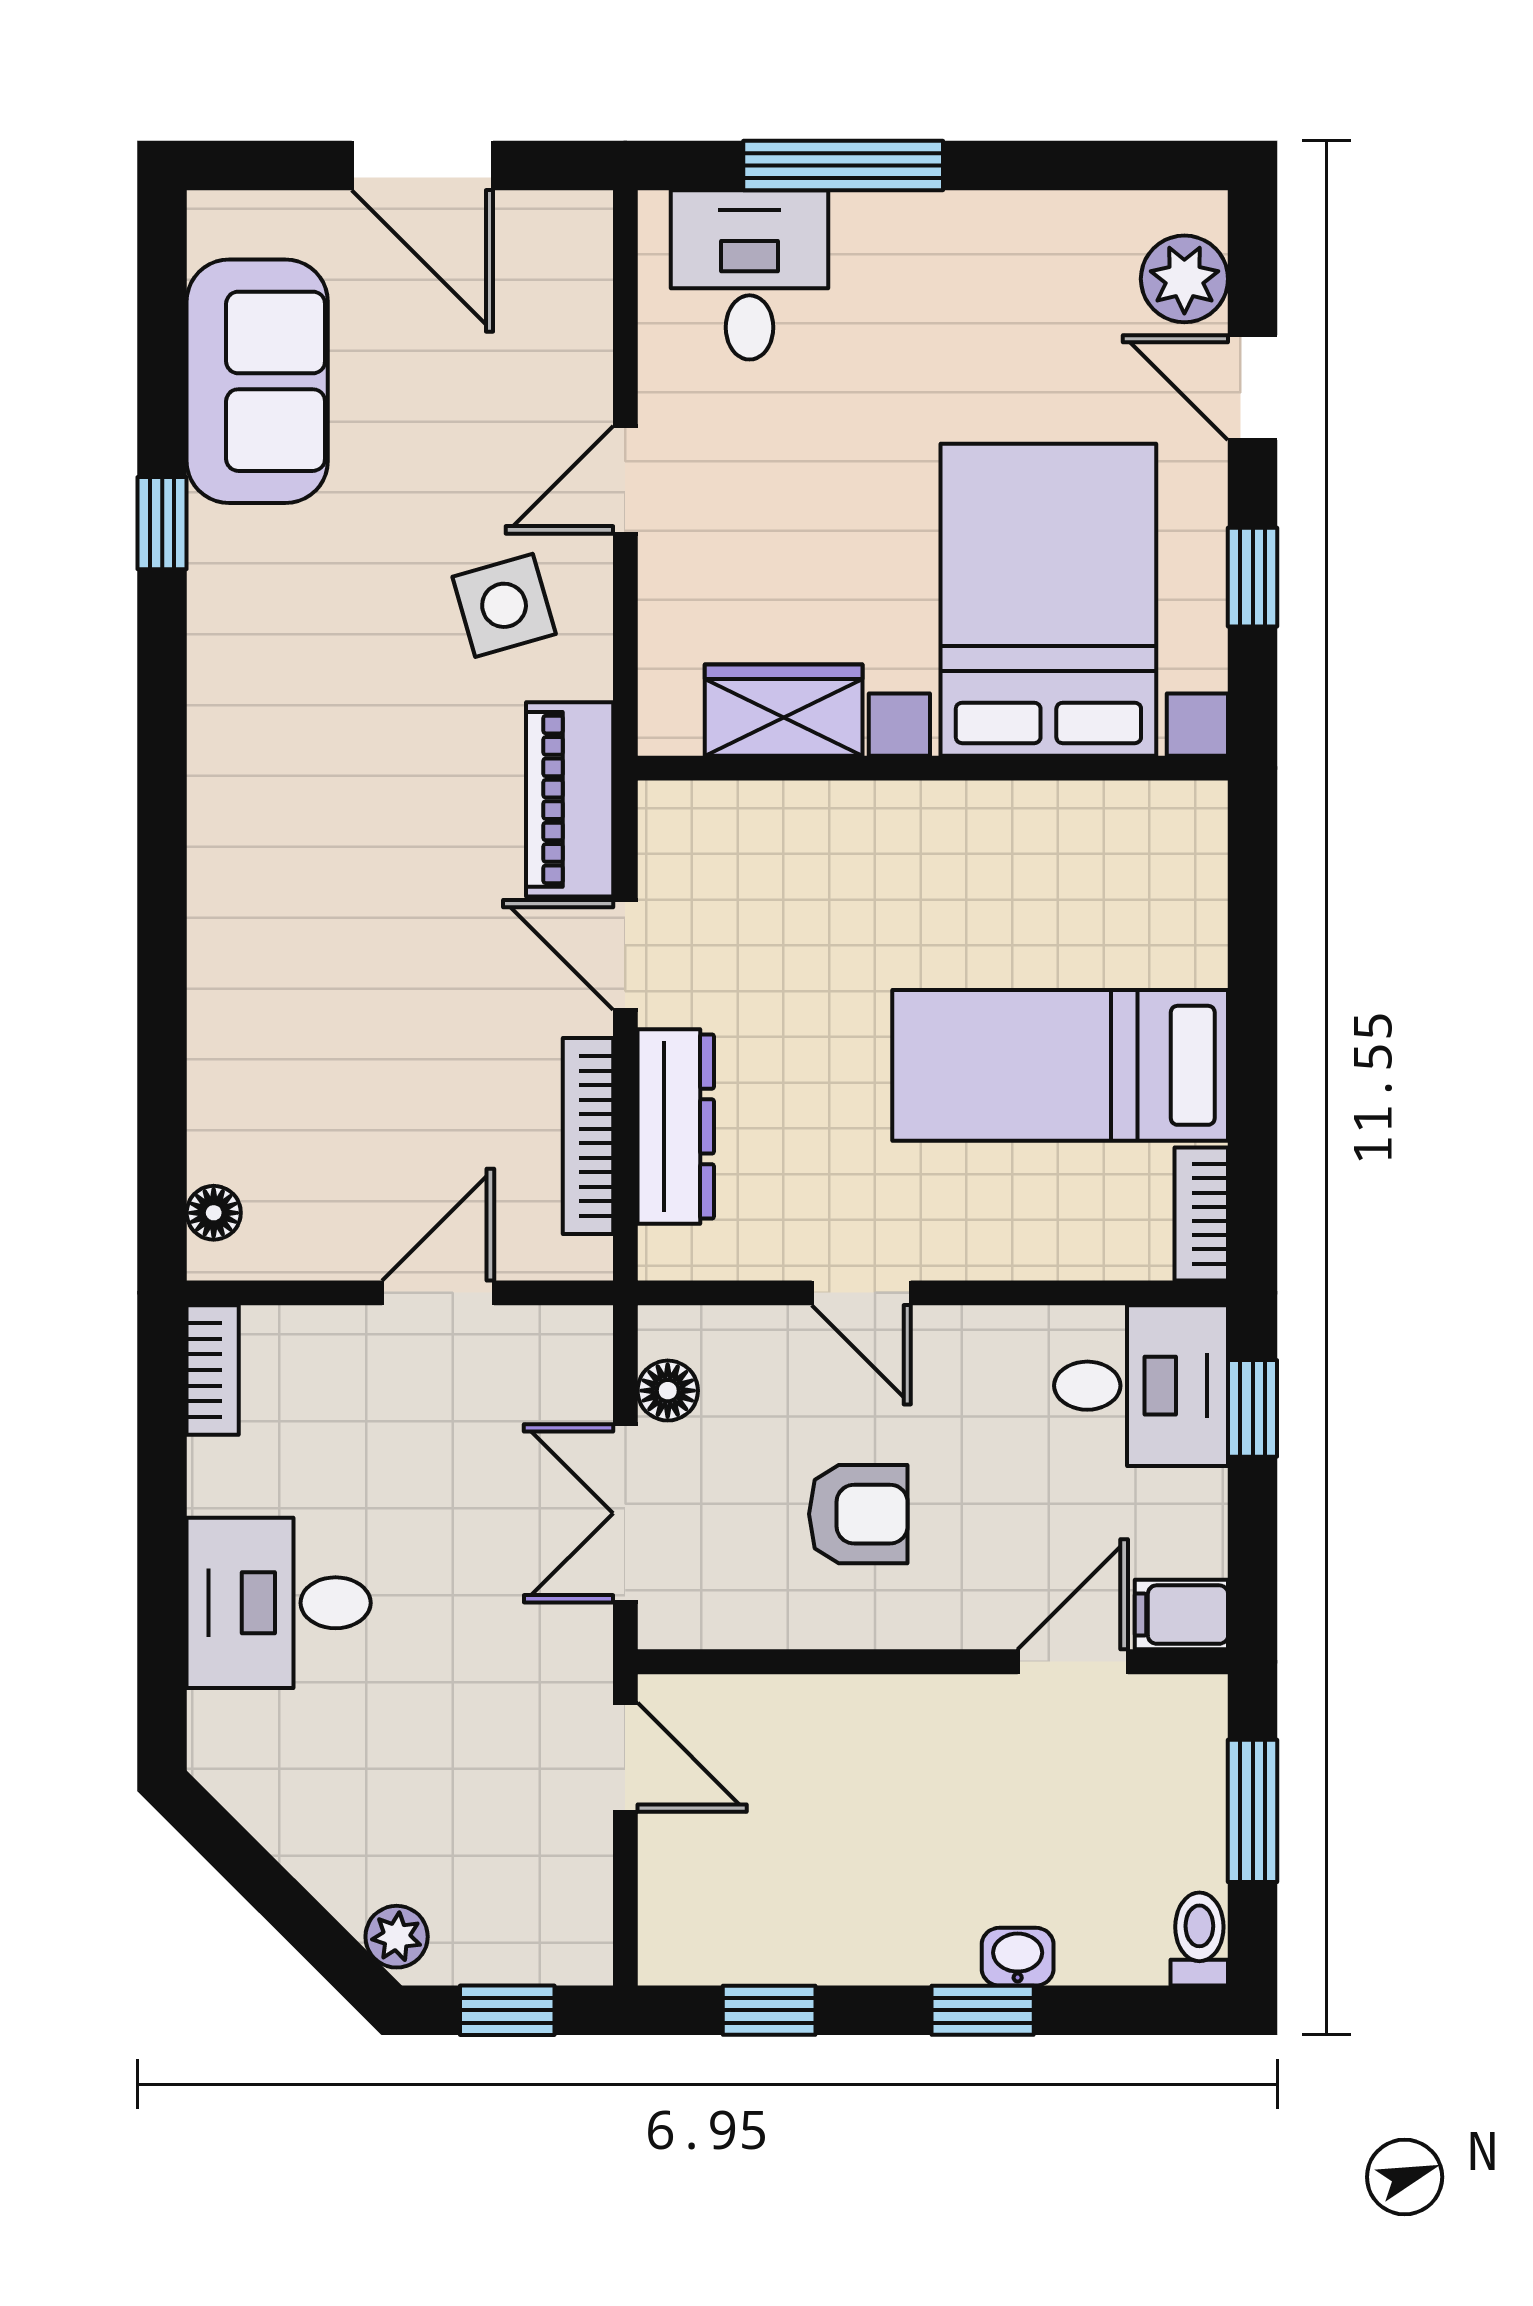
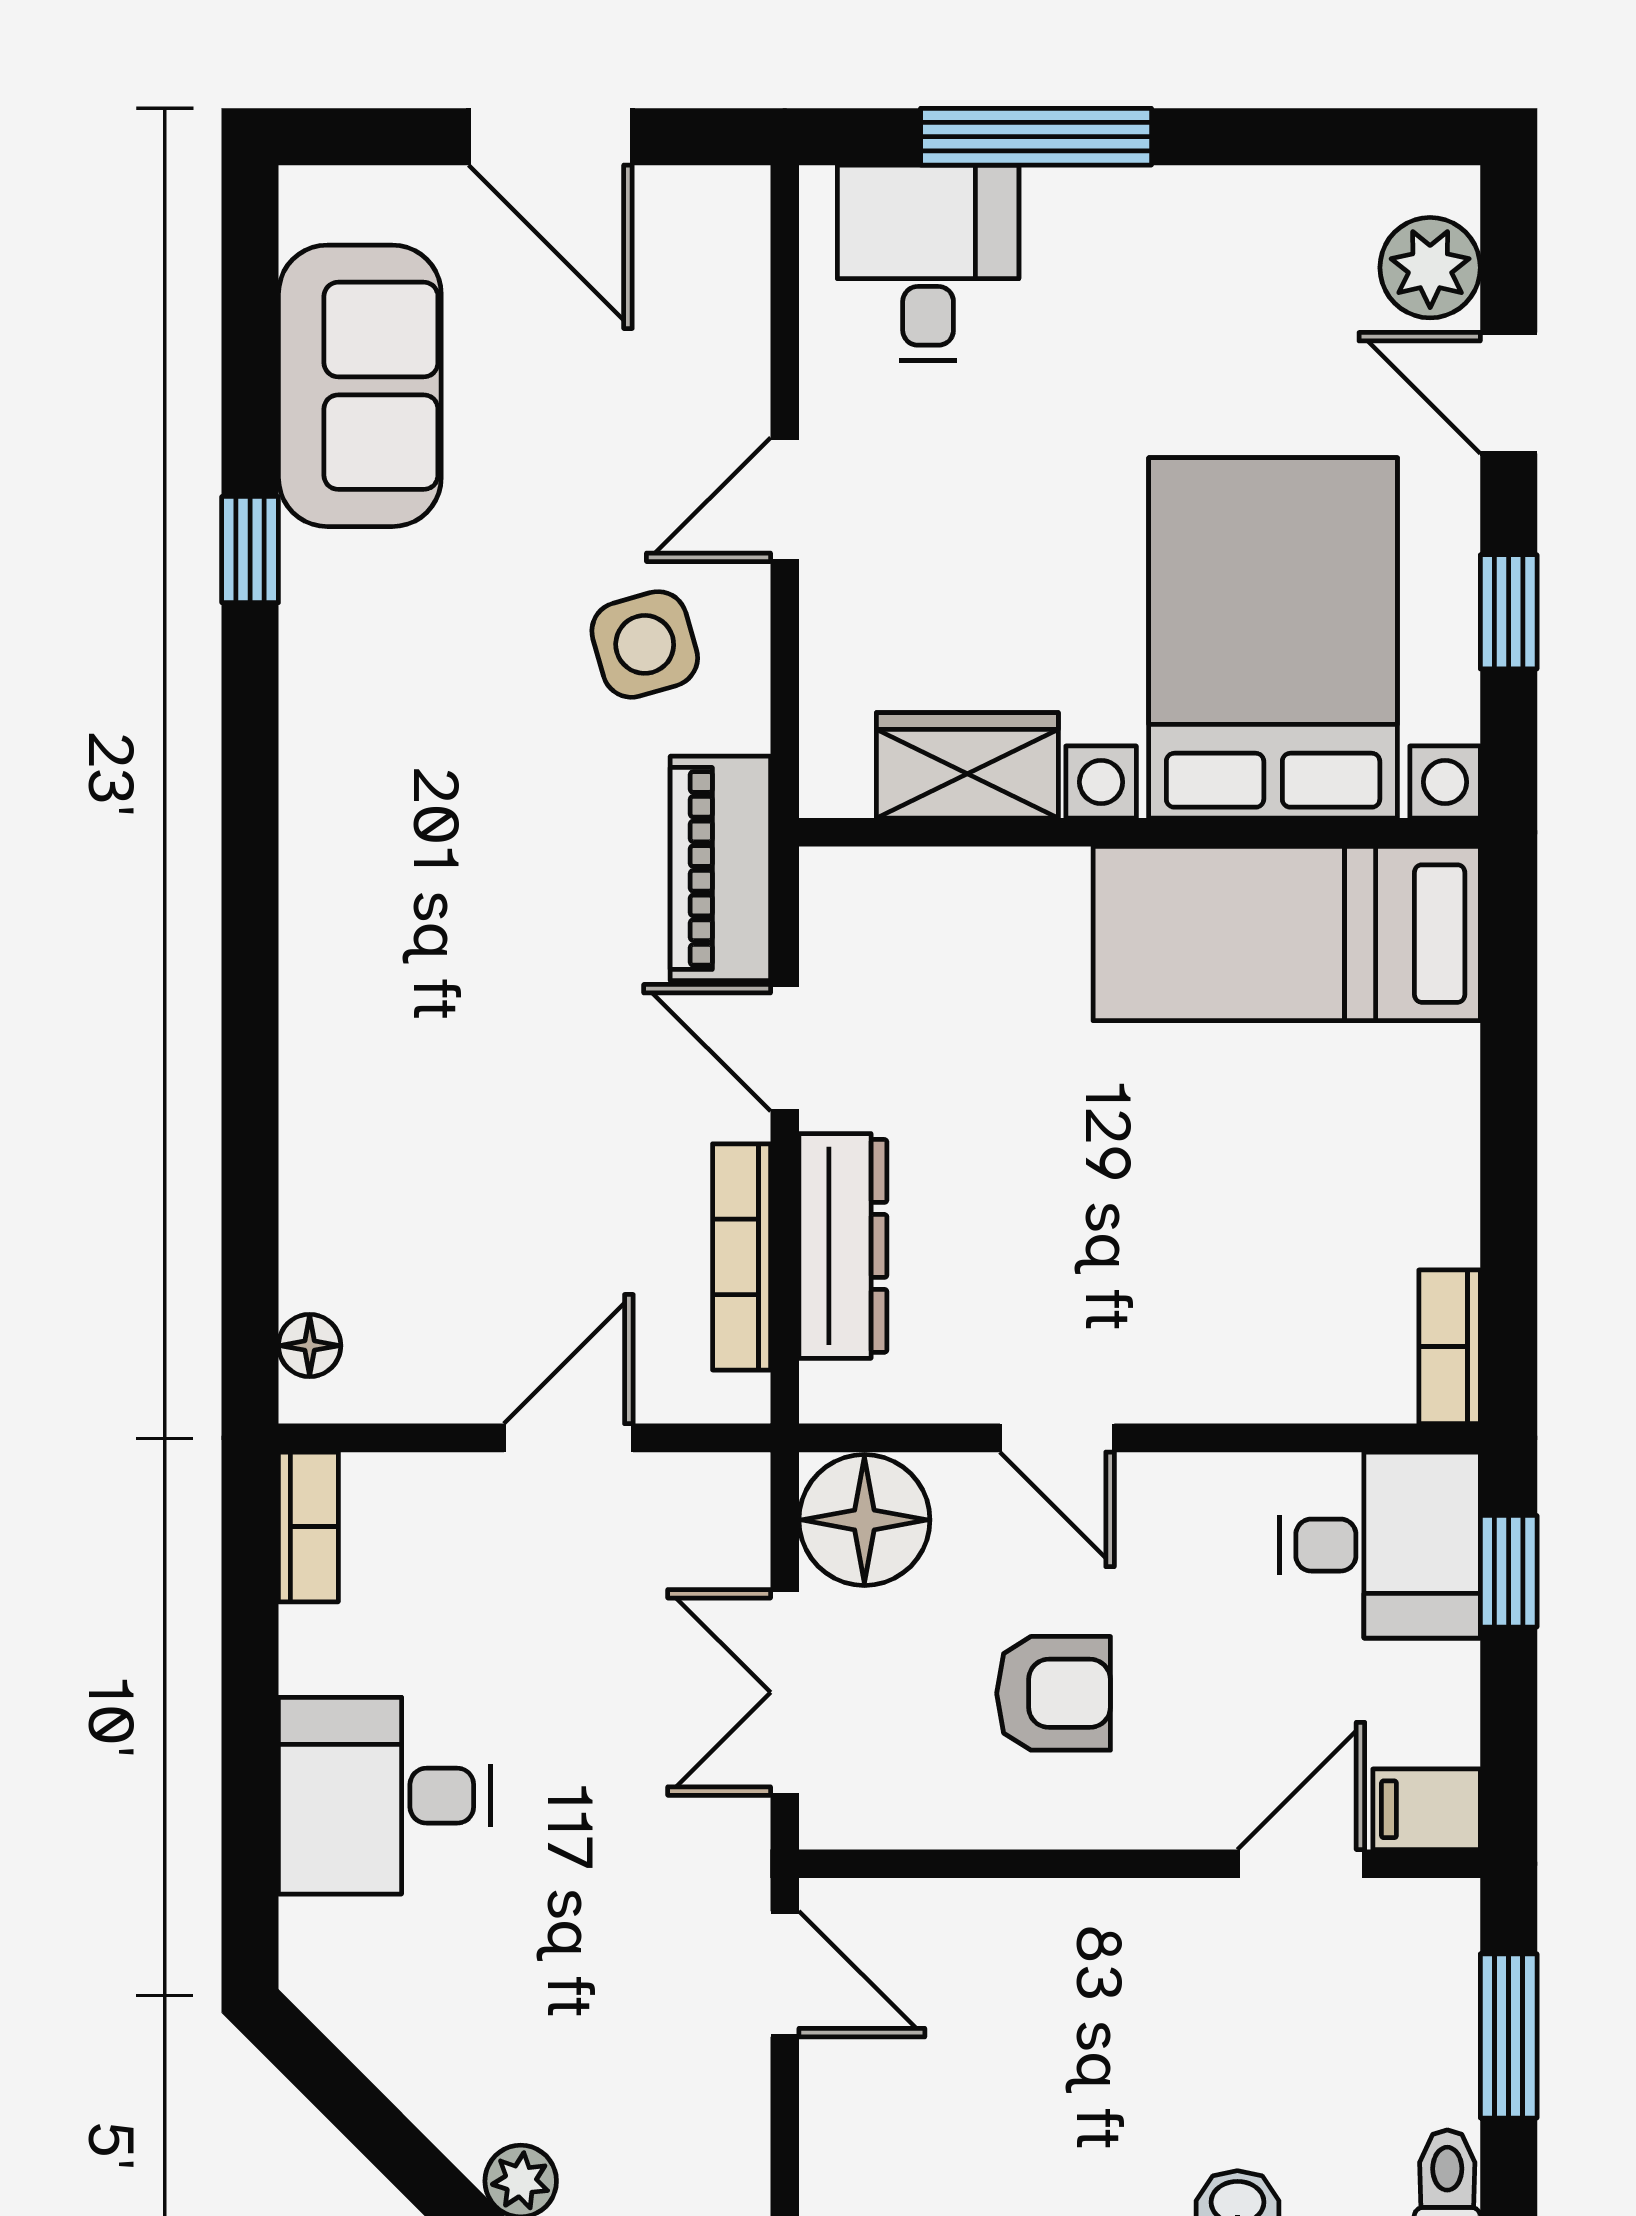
bed: (1060, 1065) -> (1287, 934), moved
floor lamp: (668, 1391) -> (864, 1520), width x1.89, depth x1.89

